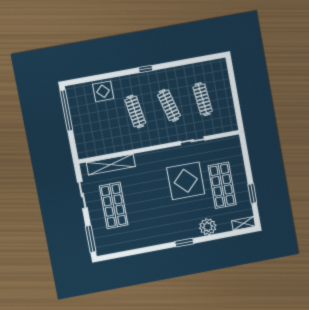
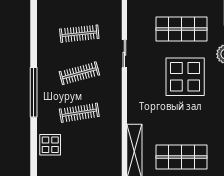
window: (146, 69) -> (34, 92), width x3.17
display table: (186, 181) -> (185, 77), moved

